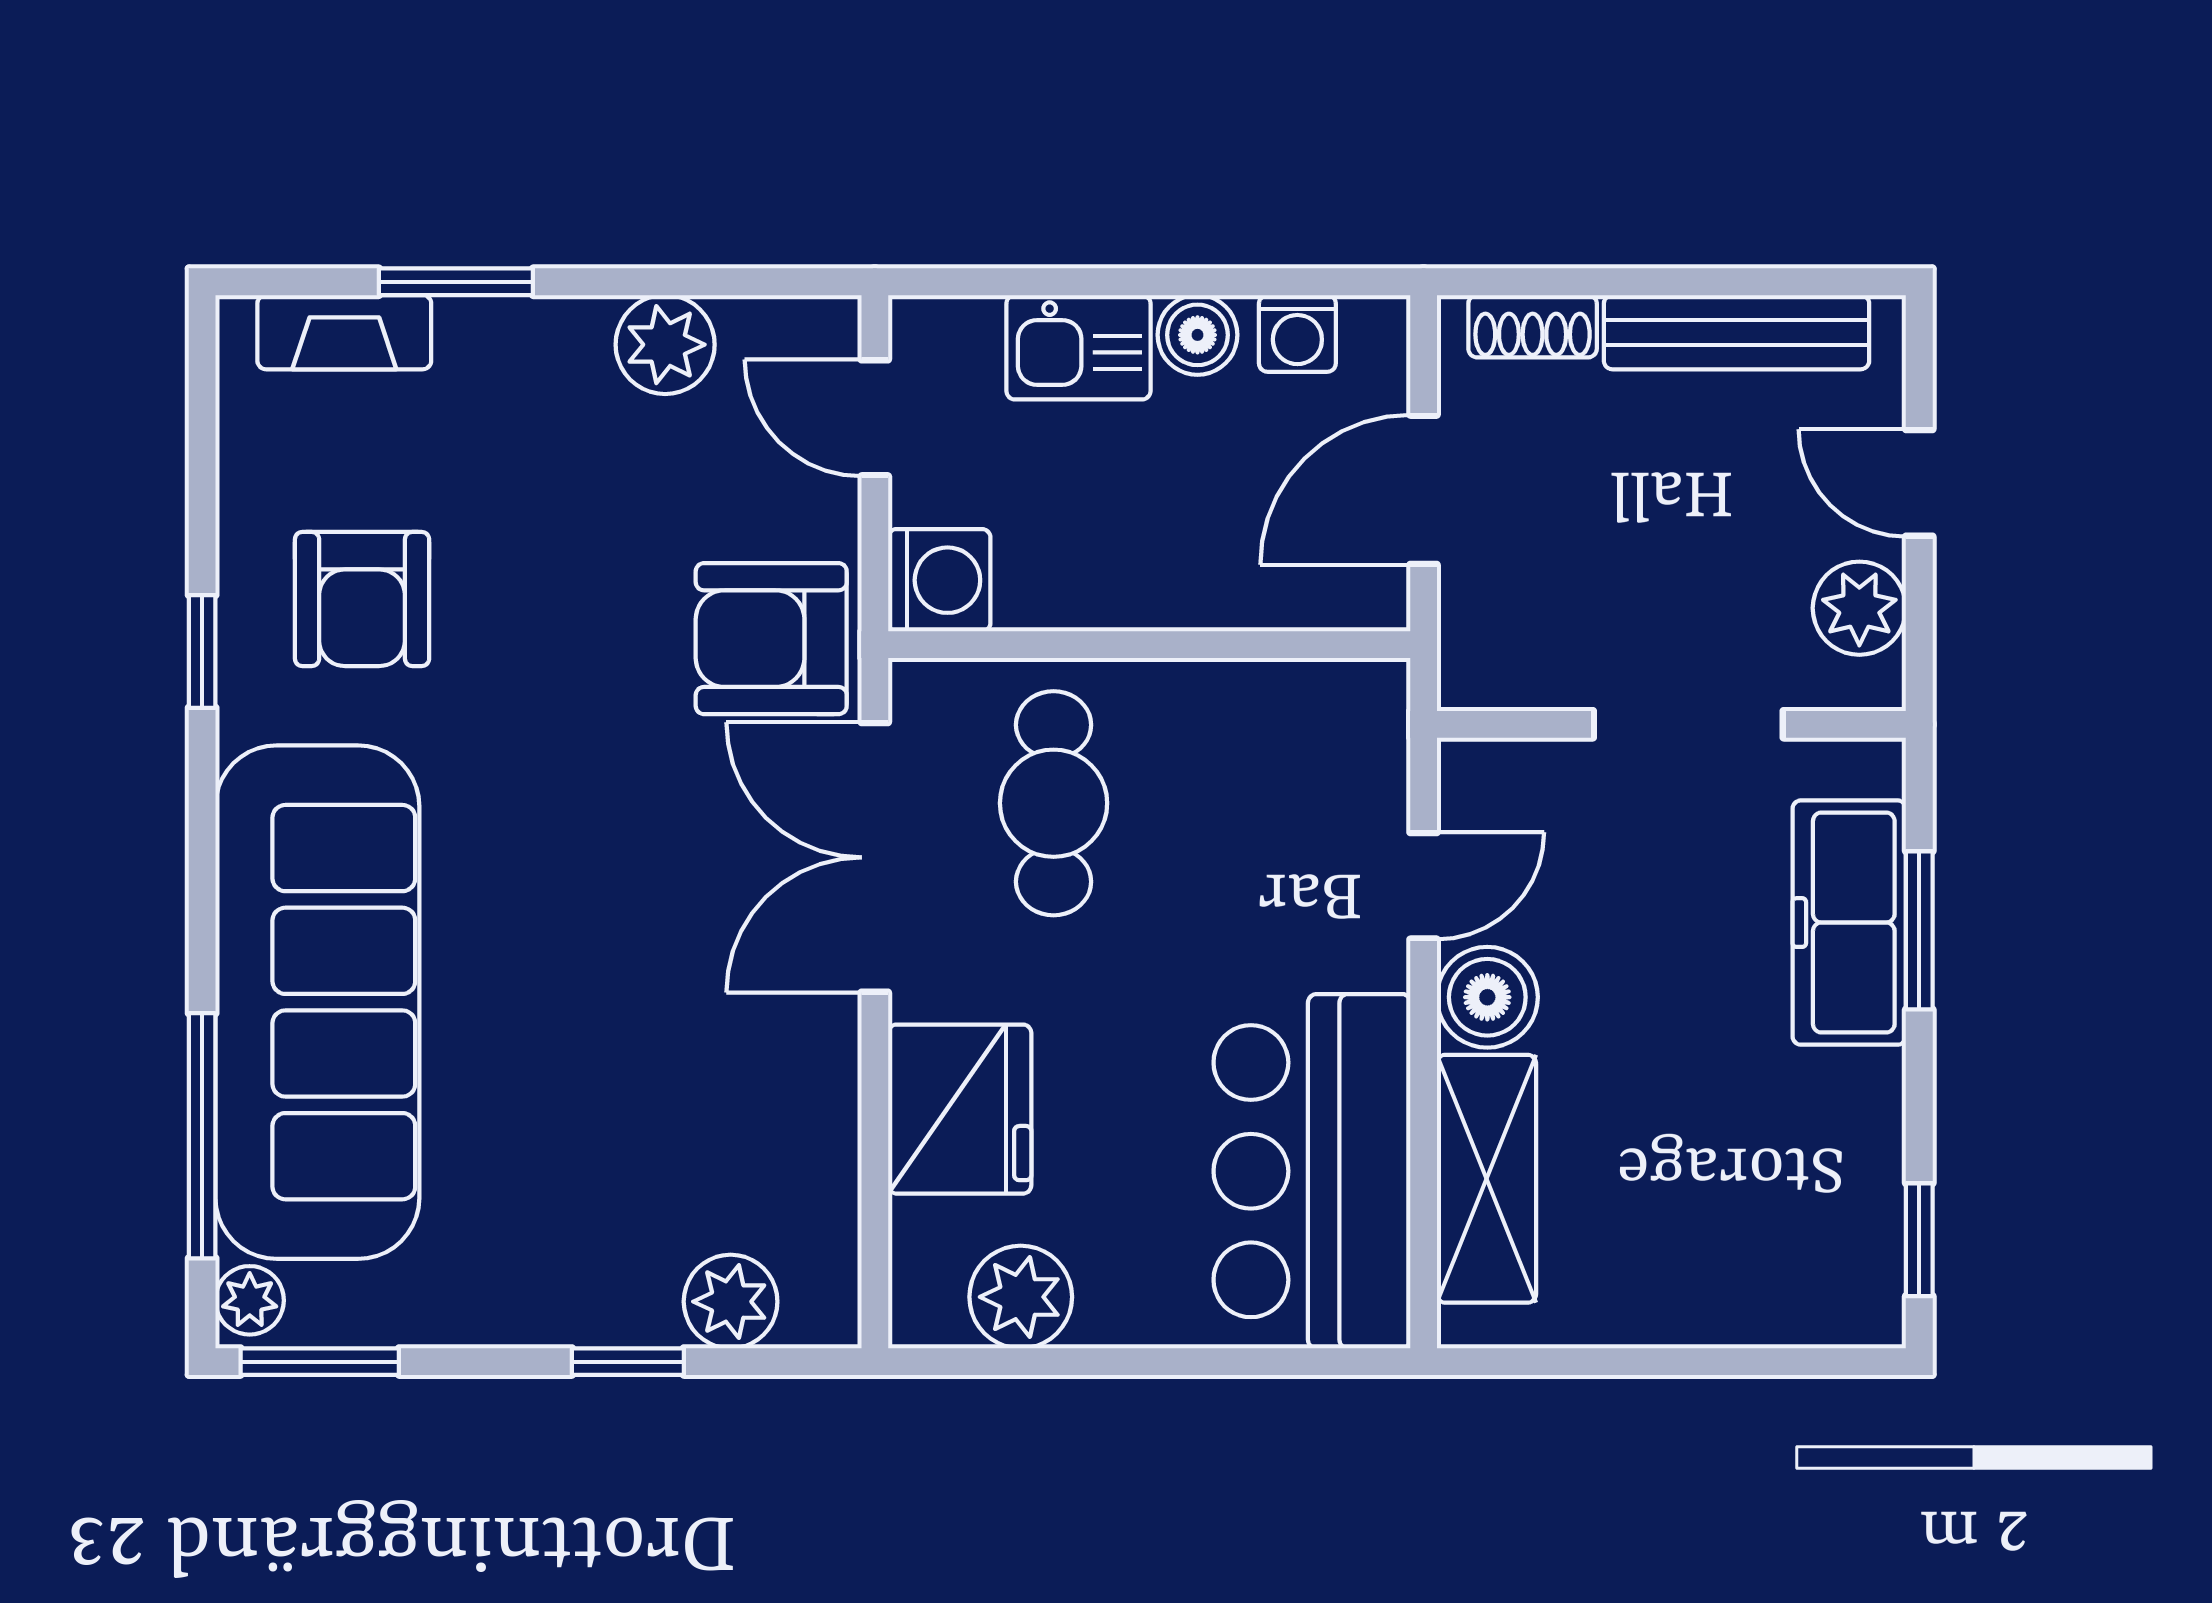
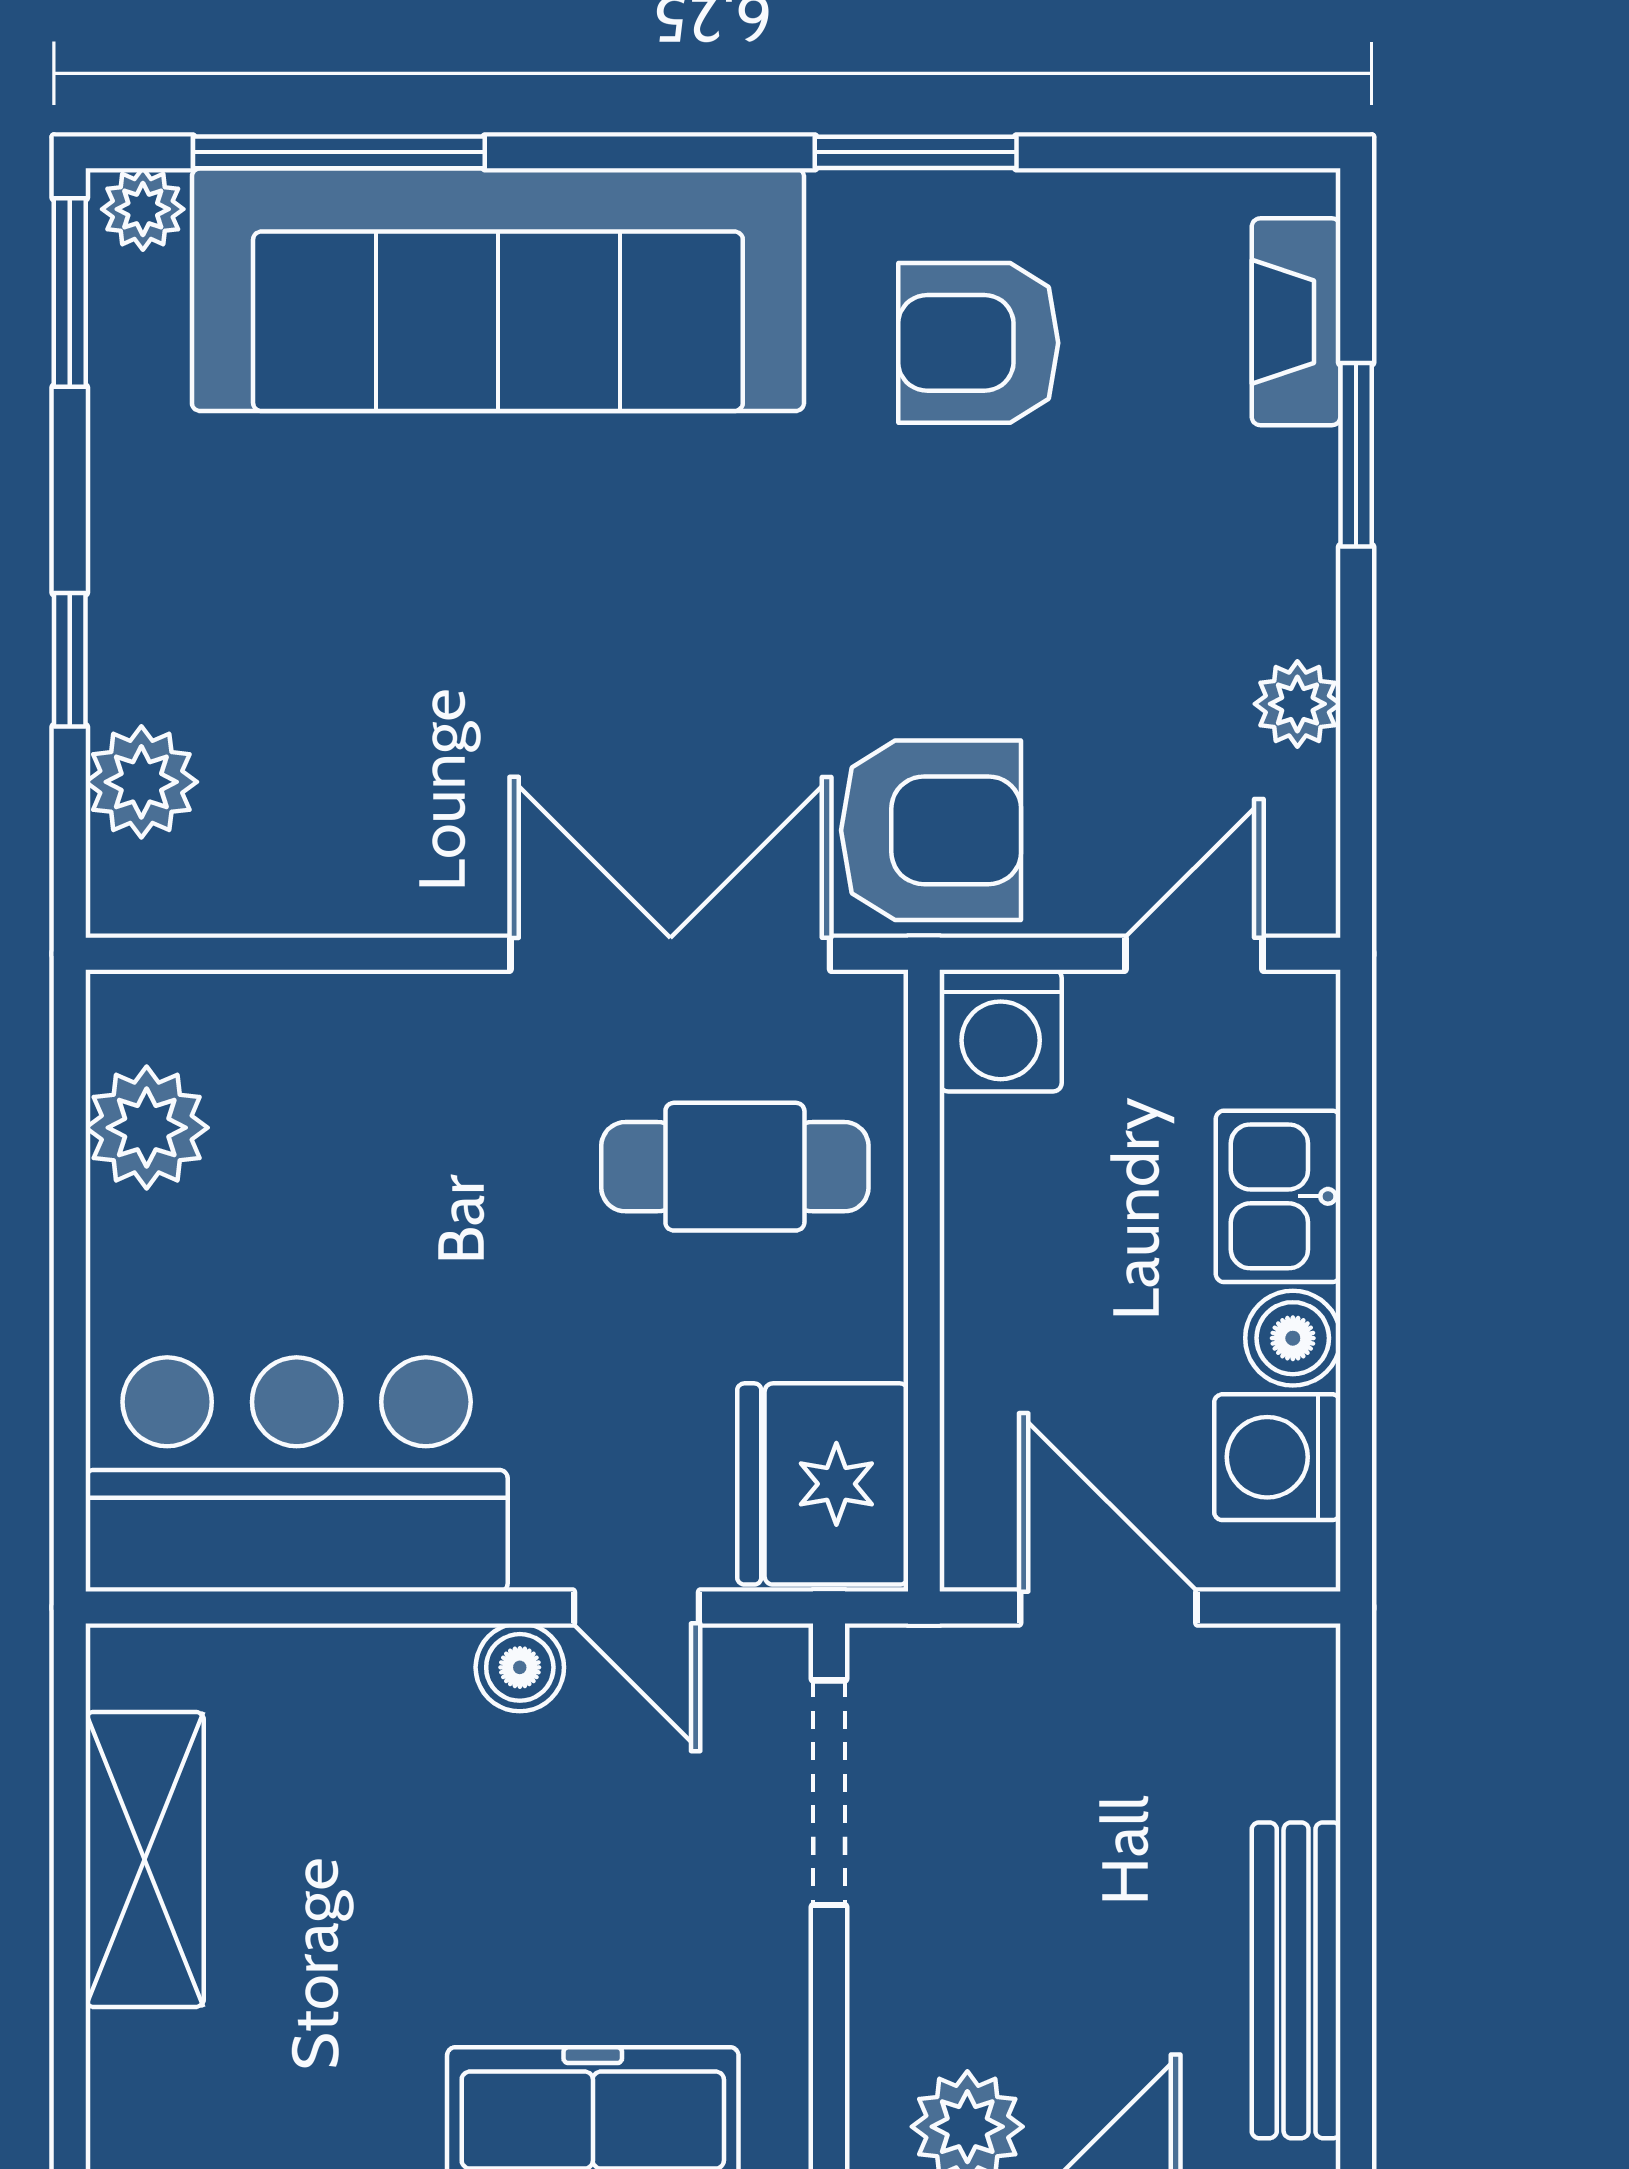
shoe rack: (1533, 326) -> (1303, 1737), removed
washing machine: (1297, 333) -> (1277, 1457), width x1.38, depth x1.38
plant: (665, 345) -> (1297, 704), width x0.73, depth x0.73
armchair: (771, 639) -> (931, 830), turned 90
window: (202, 651) -> (916, 152), width x1.50
doorway: (1688, 724) -> (829, 1793), moved
boiler: (1487, 997) -> (520, 1667), width x0.73, depth x0.73
fridge: (960, 1109) -> (823, 1484), moved, turned 90
shelving: (1486, 1179) -> (145, 1859), moved, turned 90

